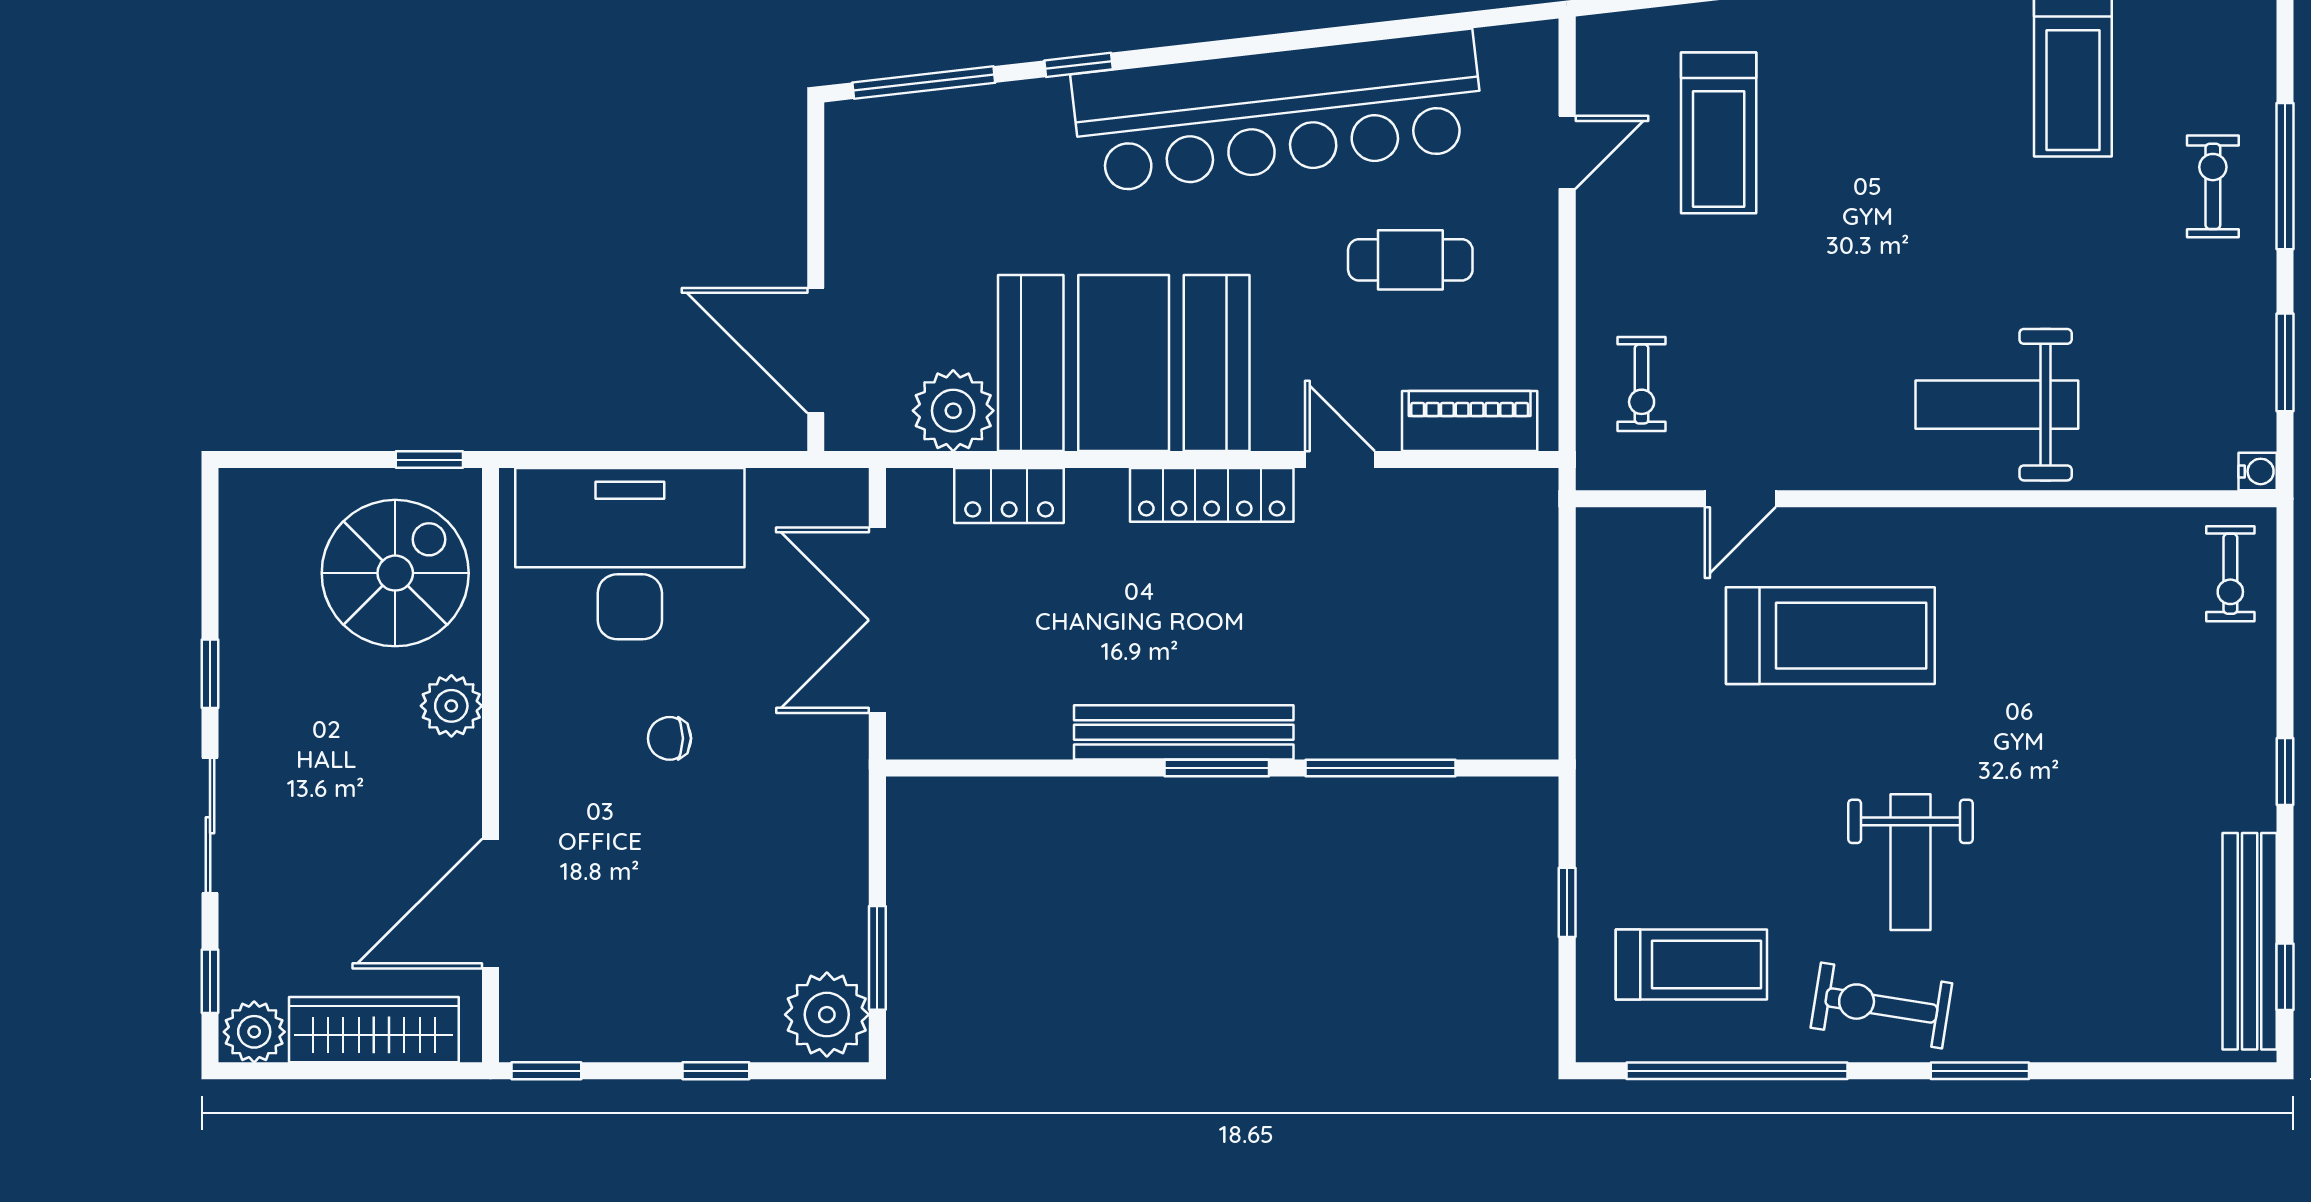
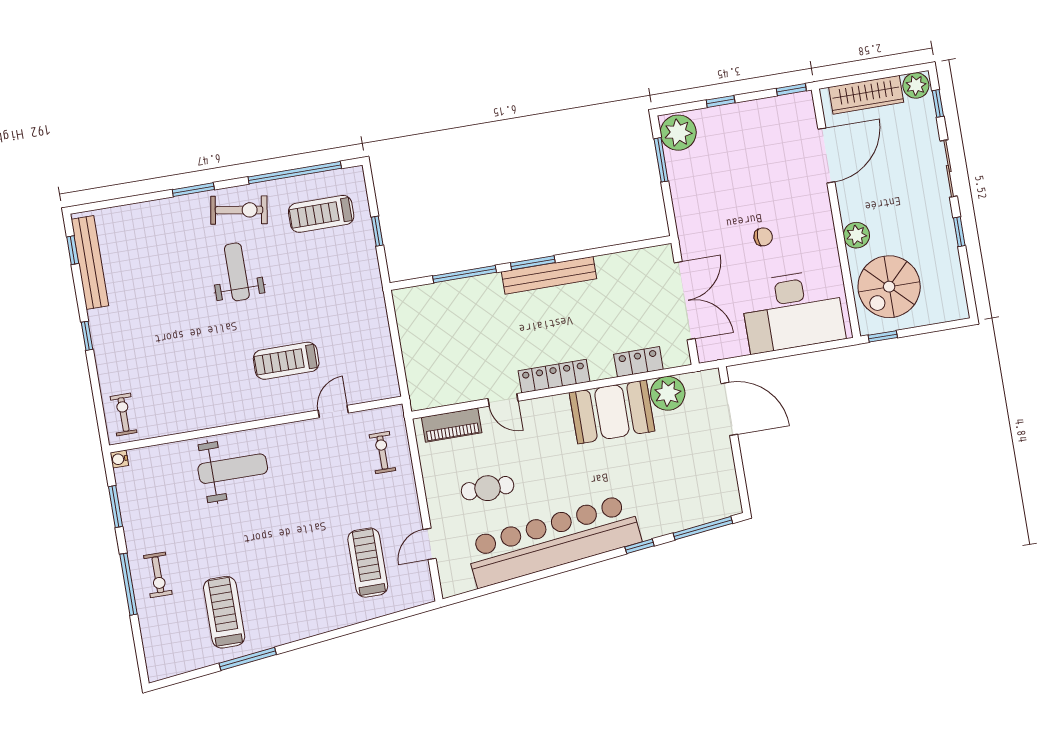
booth: (1124, 363) -> (612, 412), width x0.73, depth x0.70
treadmill: (1830, 636) -> (286, 361), width x0.73, depth x0.73

